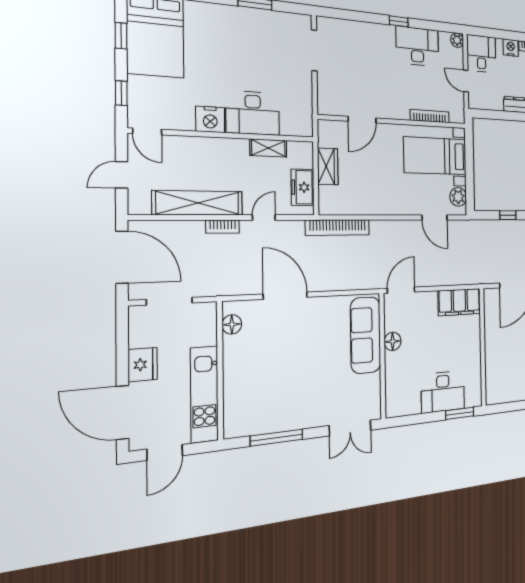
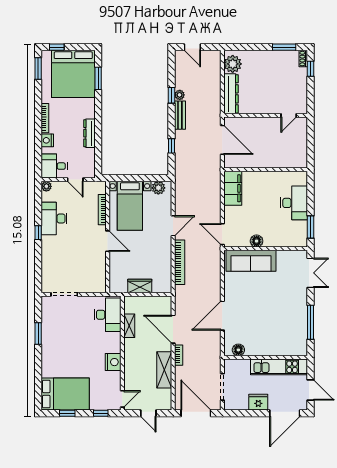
door: (466, 81) -> (75, 180), hinge flipped
desk: (253, 113) -> (108, 315), moved
door: (362, 120) -> (108, 241), moved
freezer: (303, 187) -> (154, 303), removed
shelving: (198, 203) -> (164, 370), width x0.68
door: (435, 217) -> (173, 226), moved
door: (264, 218) -> (173, 329), width x1.88
bookcase: (338, 228) -> (180, 262), moved
door: (122, 257) -> (196, 413), hinge flipped
window: (460, 413) -> (310, 227), moved

